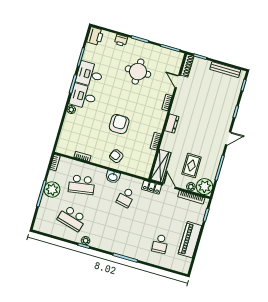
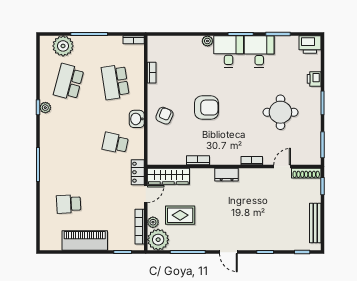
plant: (52, 190) -> (63, 46), moved

